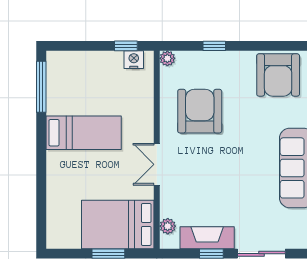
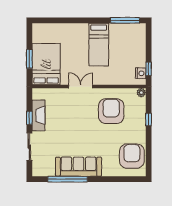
armchair: (278, 75) -> (132, 156), turned 90
armchair: (200, 111) -> (111, 111), turned -90
plant: (168, 226) -> (45, 93), removed

